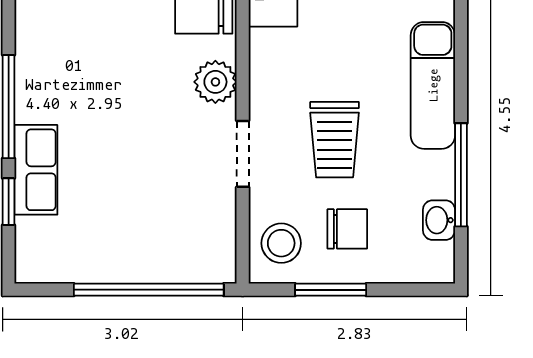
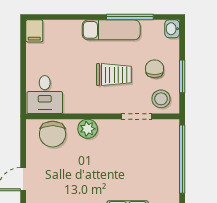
exam couch: (433, 85) -> (111, 30), moved
doorway: (243, 154) -> (136, 116), moved
washbasin: (439, 220) -> (172, 29), moved, turned 90

